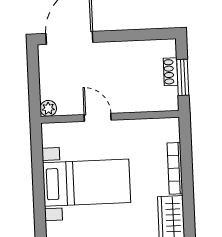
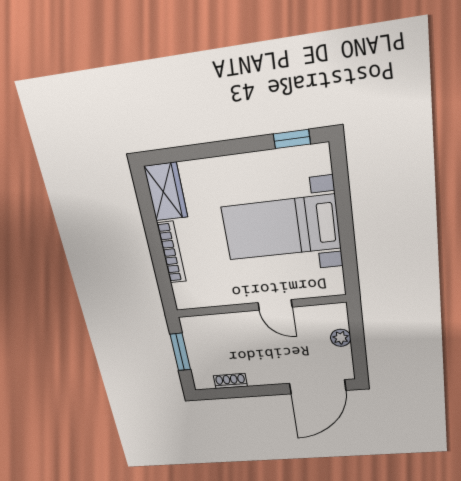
shoe rack: (171, 72) -> (230, 381), moved, turned -90
plant: (48, 108) -> (341, 338), moved

